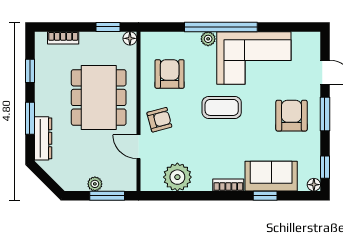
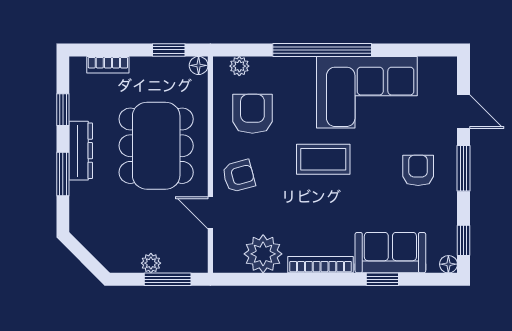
plant: (208, 39) -> (239, 66), moved
armchair: (292, 116) -> (418, 170), width x0.72, depth x0.72
dresser: (43, 138) -> (81, 151), moved
bookcase: (228, 185) -> (321, 265), width x1.56

